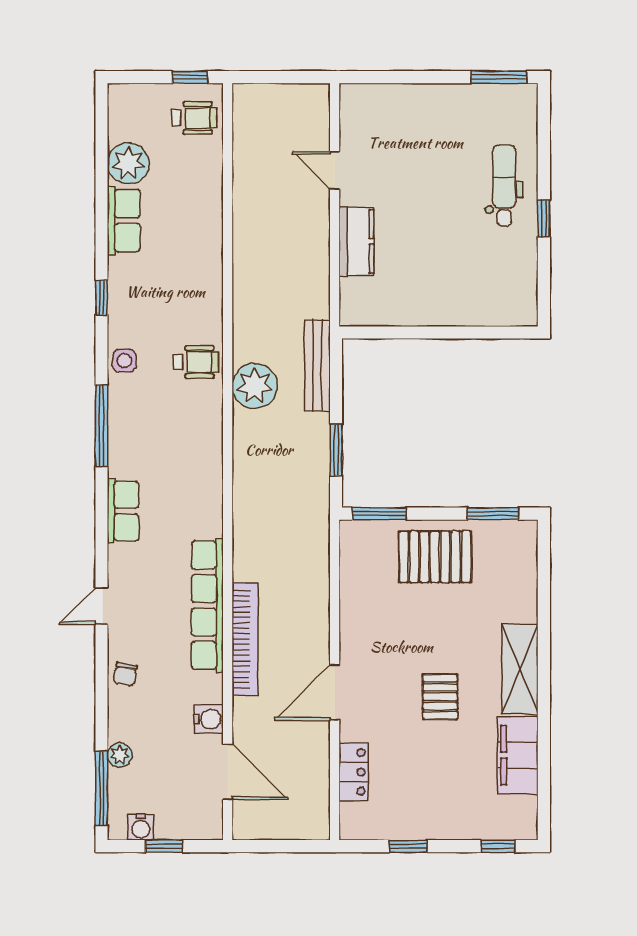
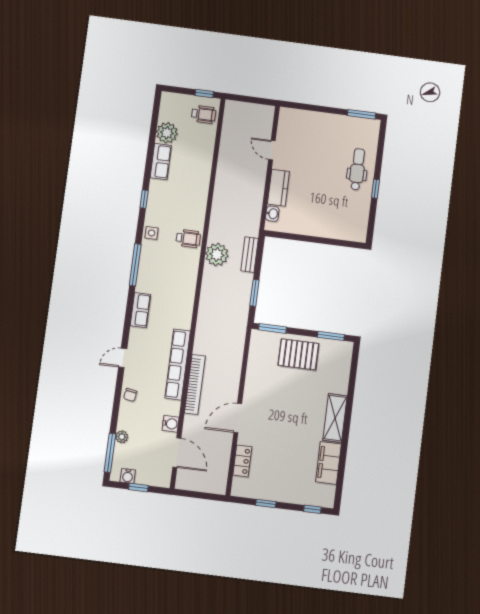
washbasin: (351, 293) -> (272, 214), added
bench: (317, 366) -> (250, 255), width x0.73
pallet: (440, 697) -> (292, 427), removed

